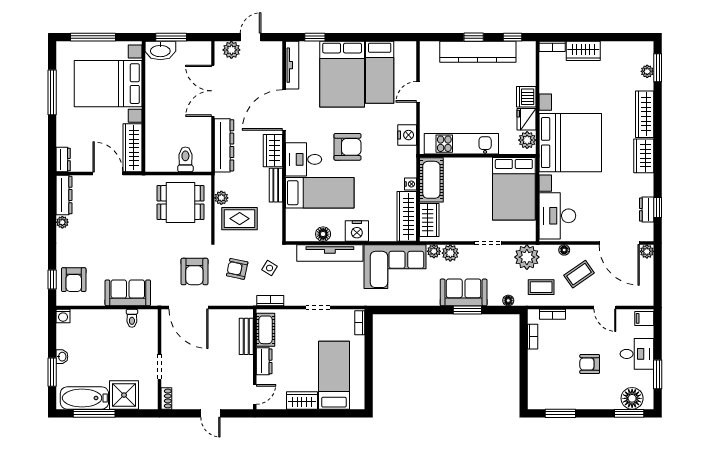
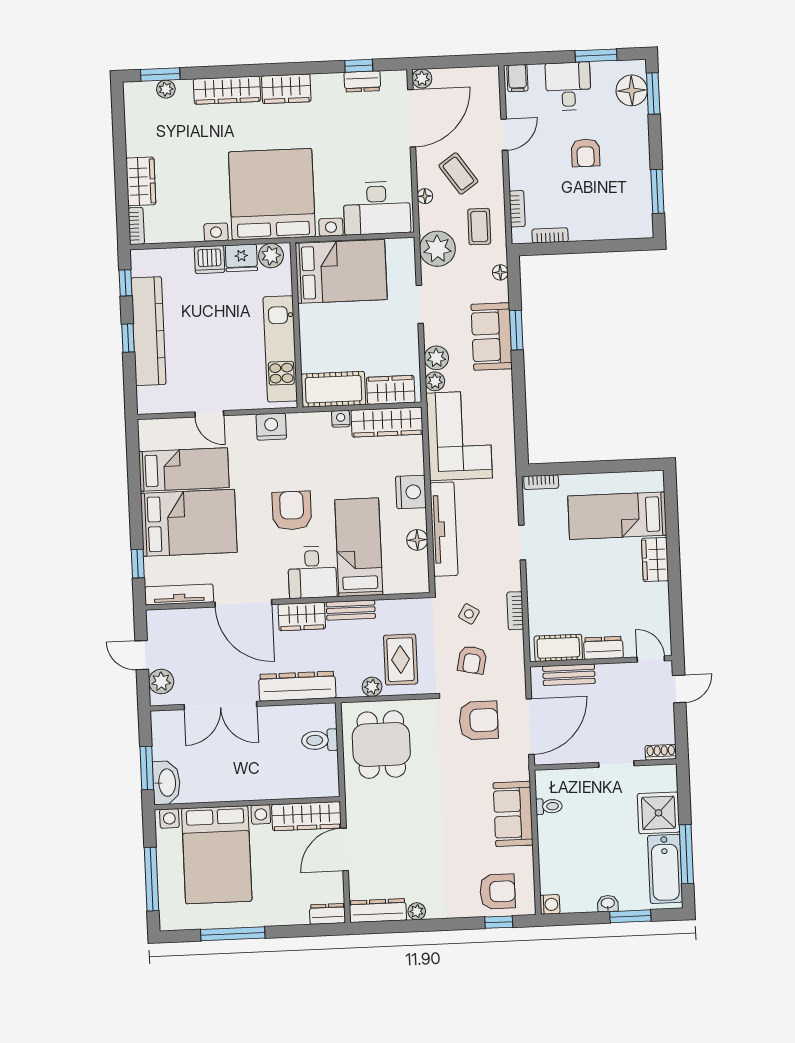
cot: (266, 330) -> (558, 648), moved
bench: (246, 336) -> (569, 675), moved
wall: (255, 359) -> (601, 661), moved
dresser: (264, 361) -> (603, 648), moved
door: (255, 394) -> (651, 659), moved

